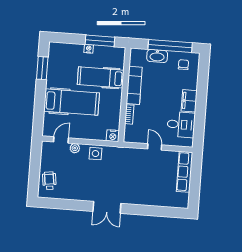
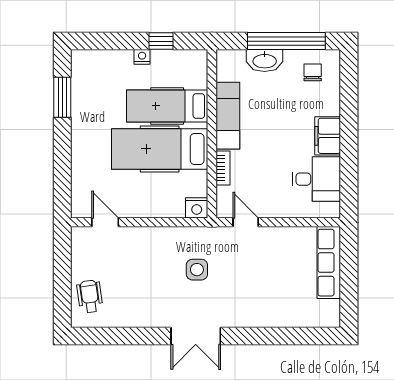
window: (100, 41) -> (161, 41), width x0.46
hospital bed: (72, 102) -> (160, 149), moved, turned 180
door: (61, 140) -> (105, 222), hinge flipped
door: (155, 147) -> (246, 222), moved
plant: (75, 148) -> (131, 235), removed
side table: (95, 154) -> (197, 270), moved

